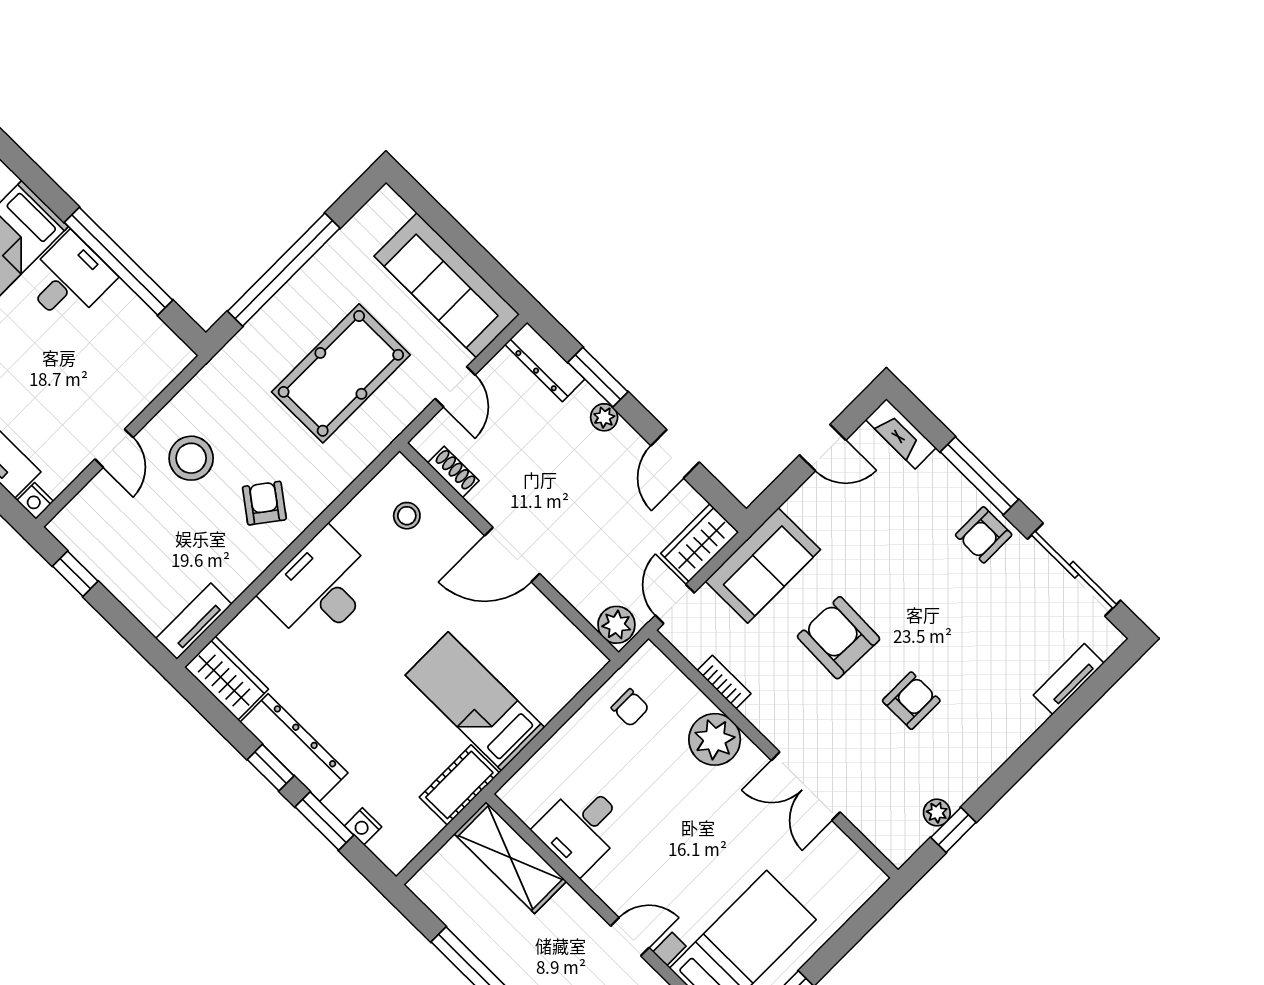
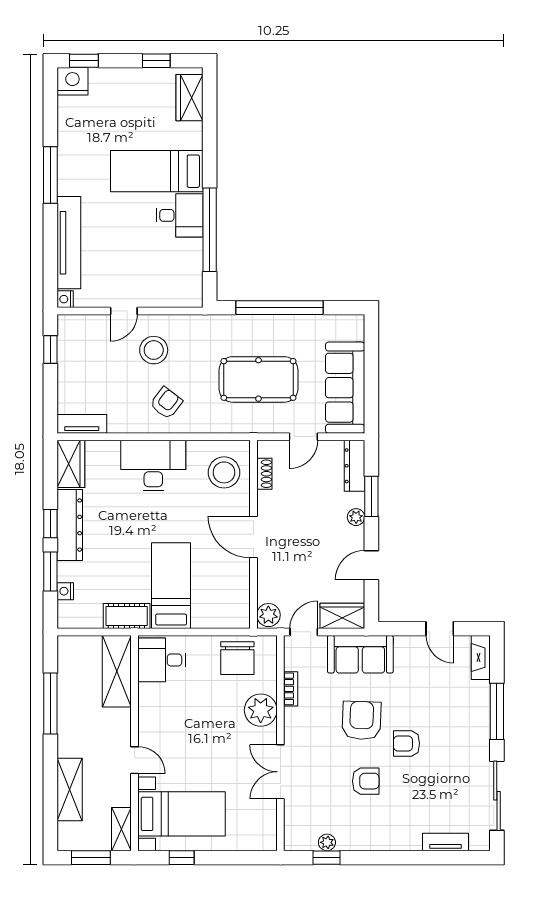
stool: (407, 516) -> (224, 472), width x1.89, depth x1.89
armchair: (984, 535) -> (407, 744), moved
chair: (630, 708) -> (237, 658), width x1.87, depth x1.87
desk: (581, 828) -> (162, 660), moved

